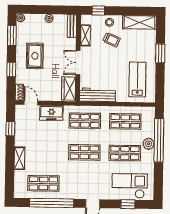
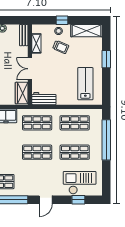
window: (98, 11) -> (62, 20), moved
workbench: (98, 95) -> (44, 99), width x0.73
plant: (149, 144) -> (97, 143), removed

